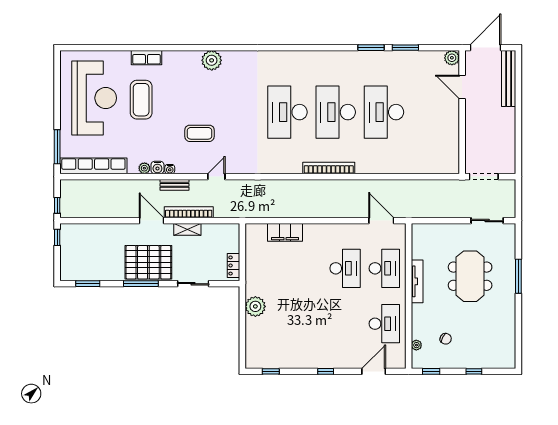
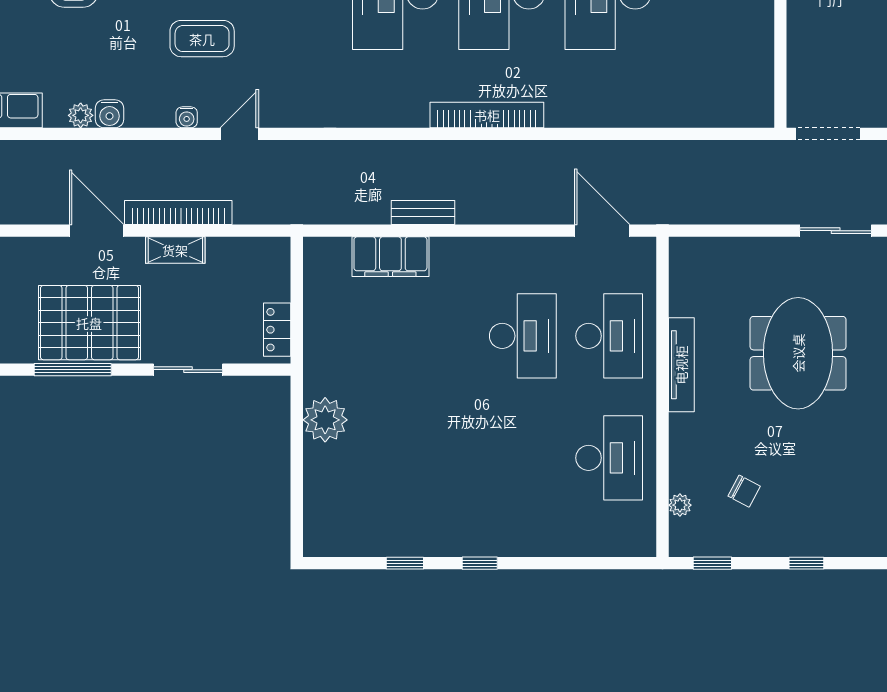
water cooler: (170, 169) -> (187, 117), moved
bench: (175, 185) -> (423, 213), moved
window: (271, 371) -> (405, 563), moved
door: (374, 371) -> (585, 563), removed

